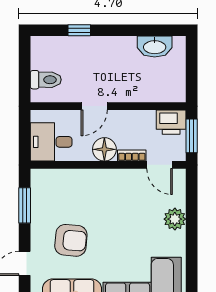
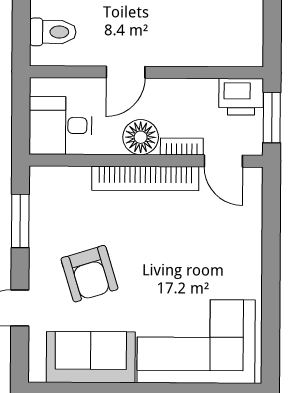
bookcase: (108, 177) -> (145, 178), added
plant: (175, 219) -> (246, 242), removed
armchair: (71, 240) -> (89, 274), turned 68

